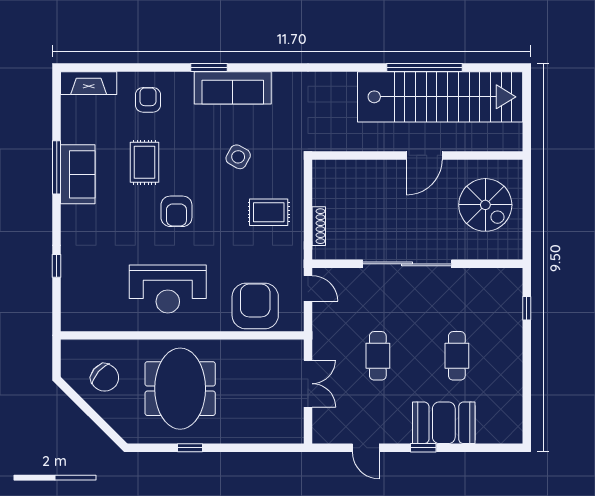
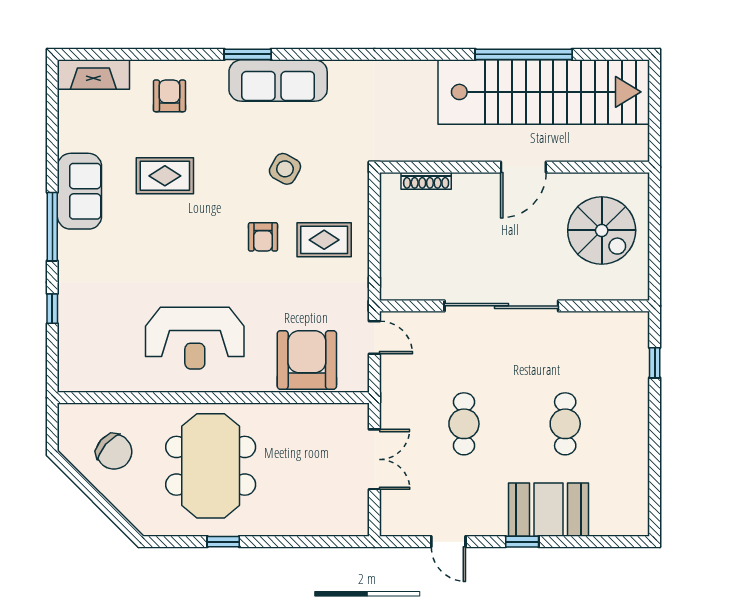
rug: (144, 162) -> (165, 176), turned 90
window: (57, 167) -> (52, 227), moved
armchair: (176, 211) -> (263, 237), moved, width x0.72, depth x0.72
shoe rack: (319, 226) -> (426, 181), moved, turned 90

